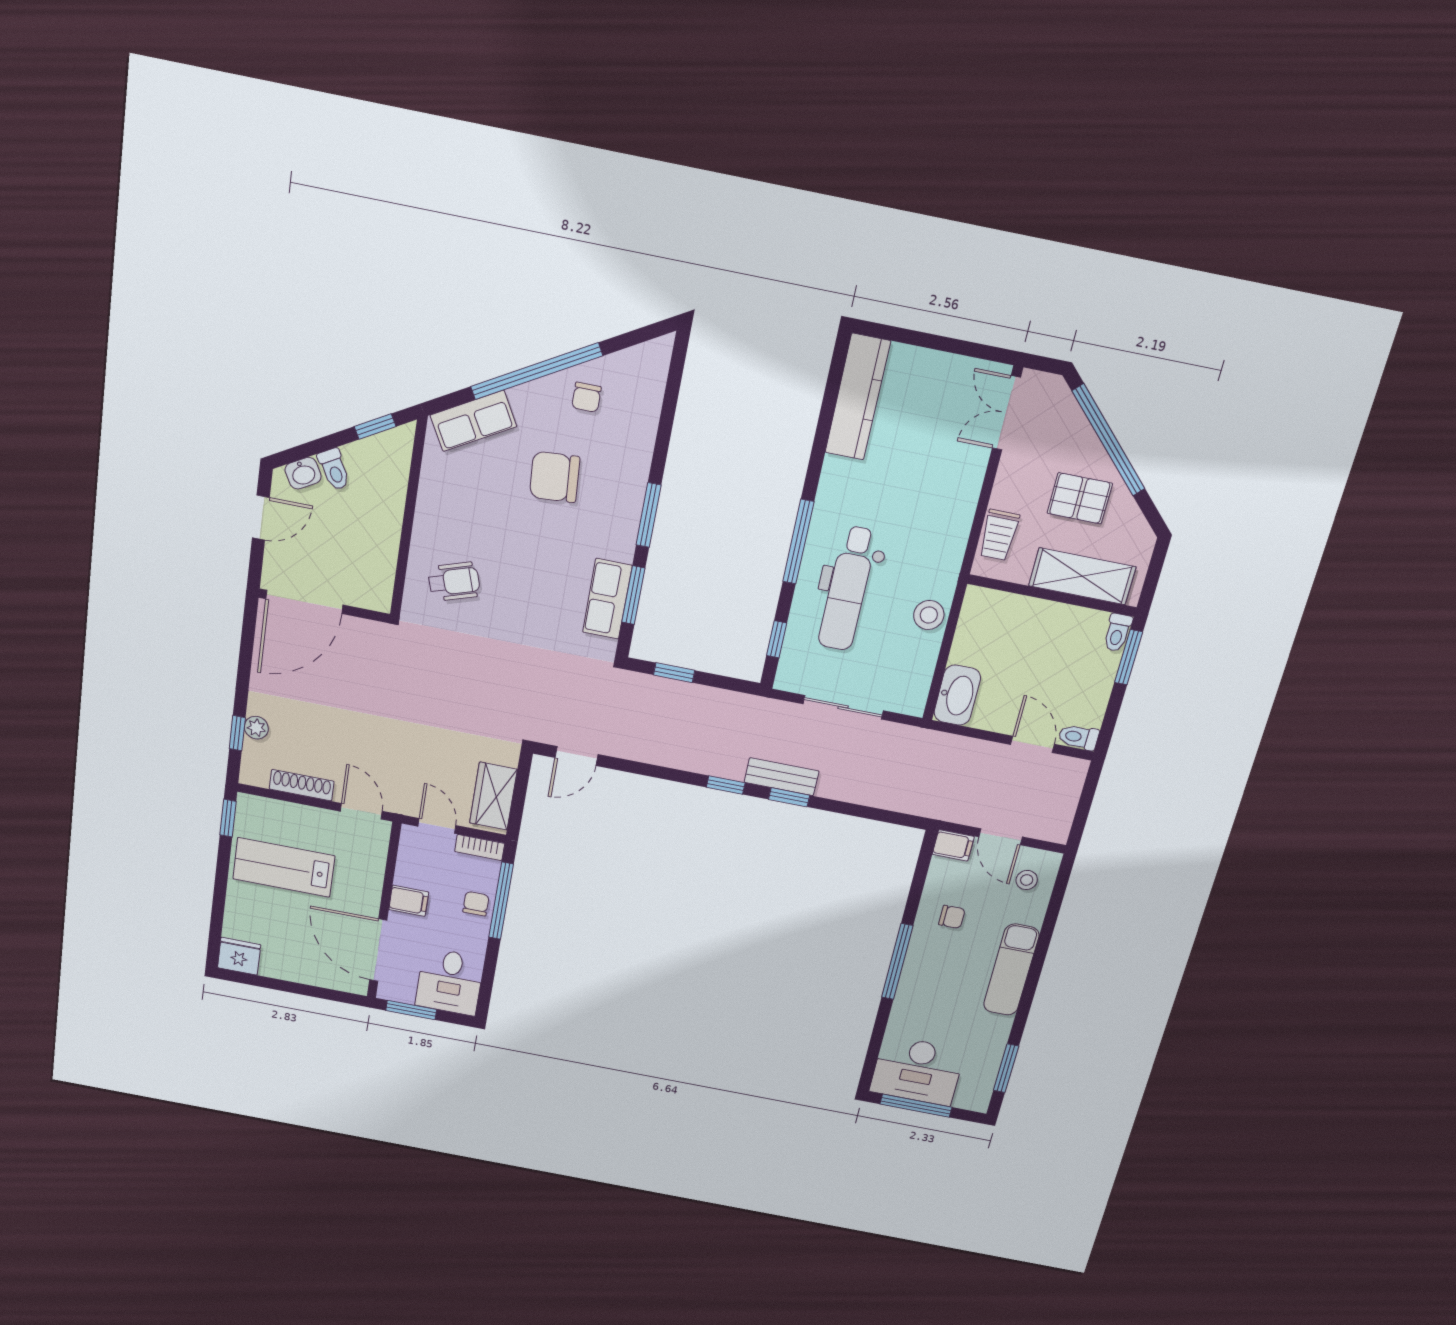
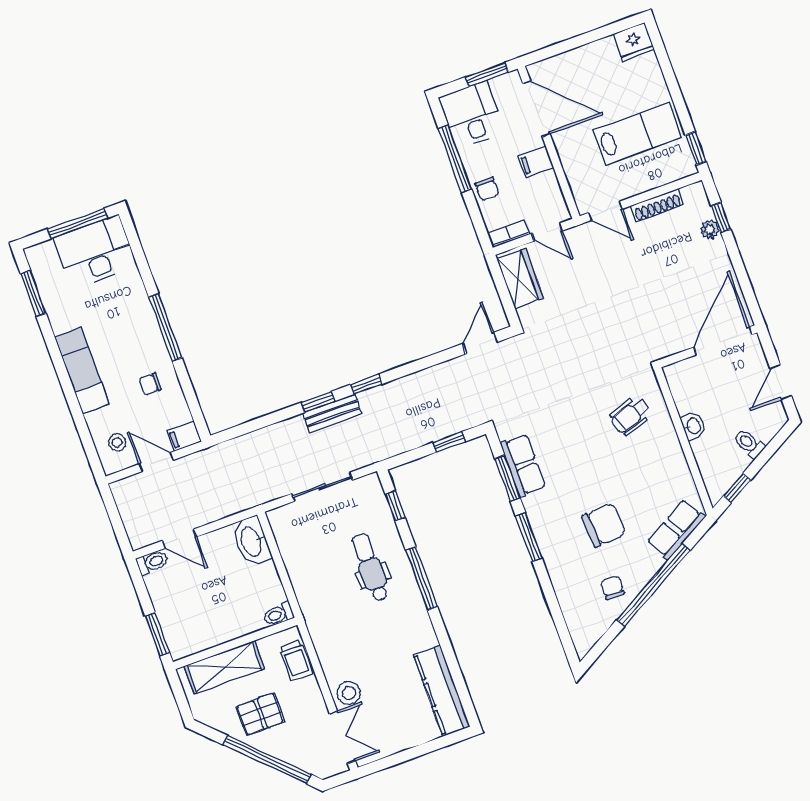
washbasin: (303, 473) -> (693, 426), moved, turned 119
trolley: (999, 535) -> (296, 661), turned 180
dental chair: (847, 589) -> (370, 567), width x0.73, depth x0.72
stool: (929, 615) -> (349, 693), moved
toilet: (1117, 632) -> (279, 614), moved, turned -90
window: (501, 901) -> (455, 159), moved

